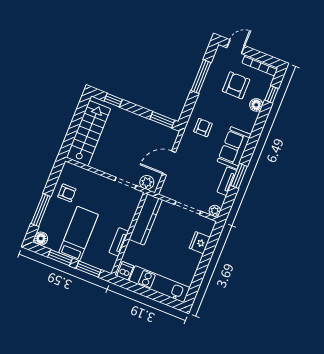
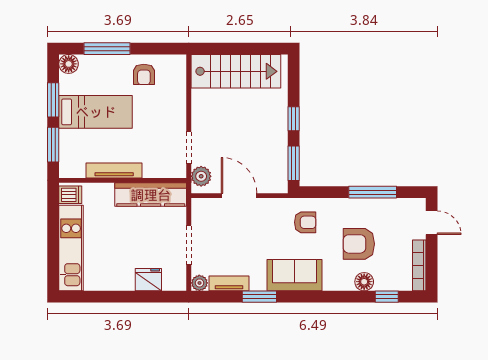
armchair: (236, 85) -> (359, 244), moved, turned 180
window: (113, 100) -> (294, 119), moved
tv unit: (227, 181) -> (229, 283), moved
tv unit: (119, 242) -> (114, 170), width x1.41

